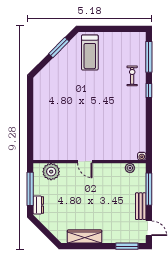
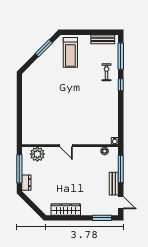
bench: (128, 37) -> (103, 39), added

